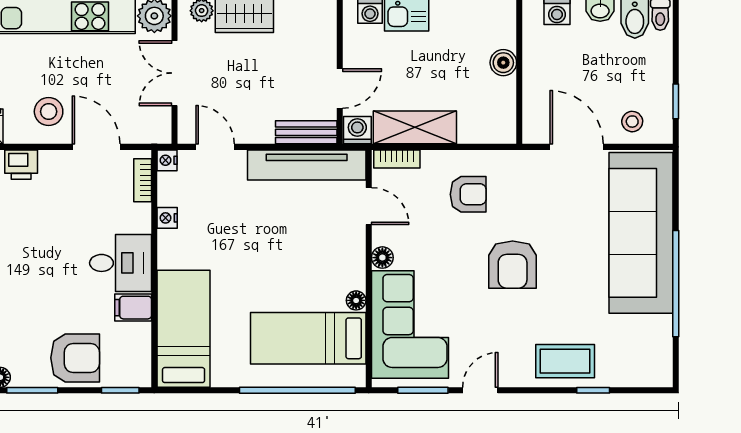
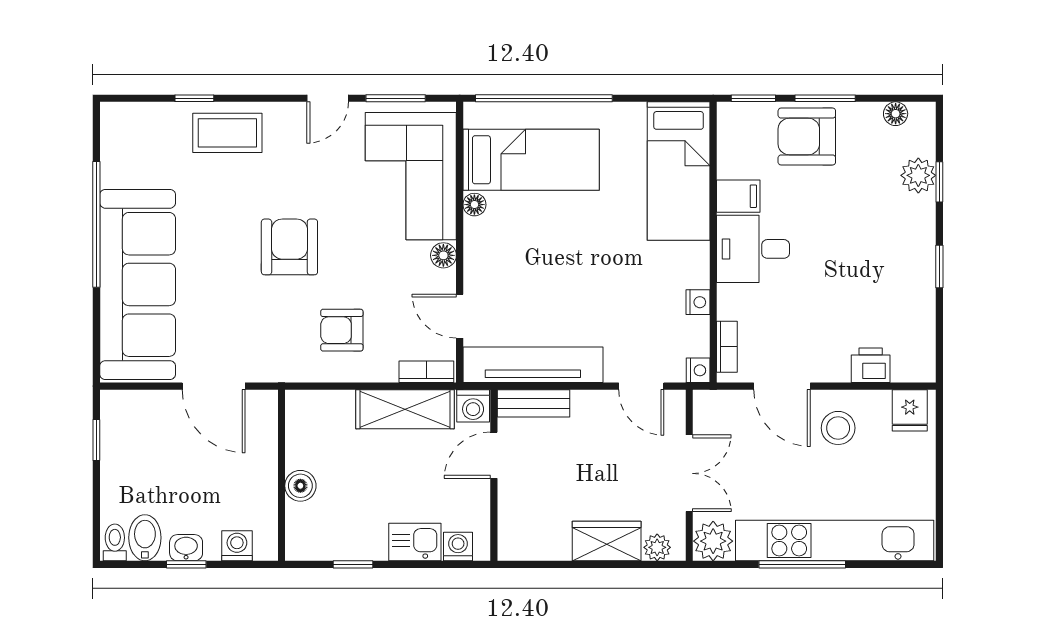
stool: (632, 122) -> (148, 416), removed
window: (32, 390) -> (825, 98), moved

